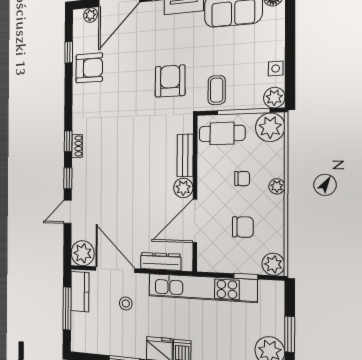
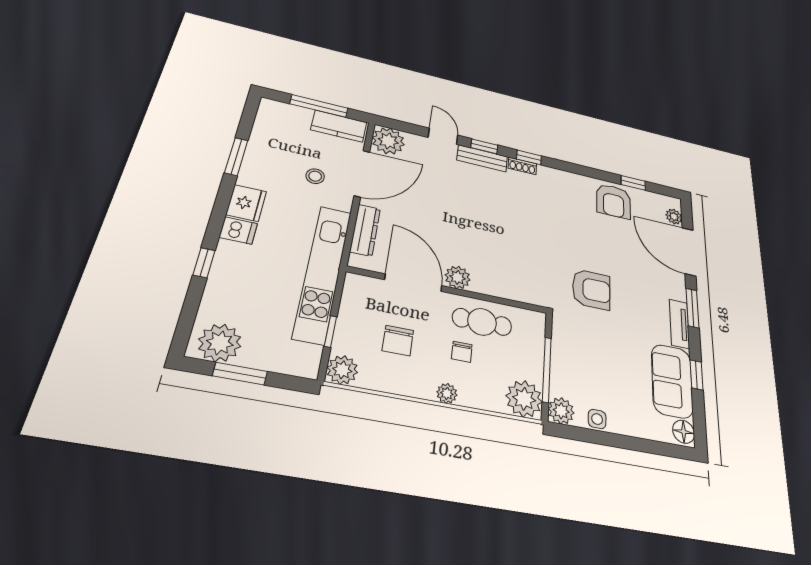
coffee table: (217, 90) -> (576, 342), removed
cafe table: (222, 133) -> (482, 322), moved, turned 90
bench: (185, 155) -> (482, 158), moved

